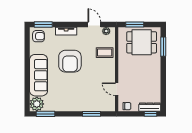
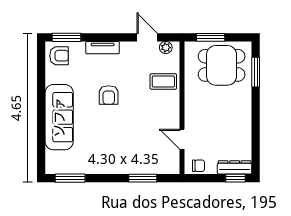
armchair: (70, 61) -> (109, 95), width x0.53, depth x0.53
plant: (37, 104) -> (56, 162), removed

